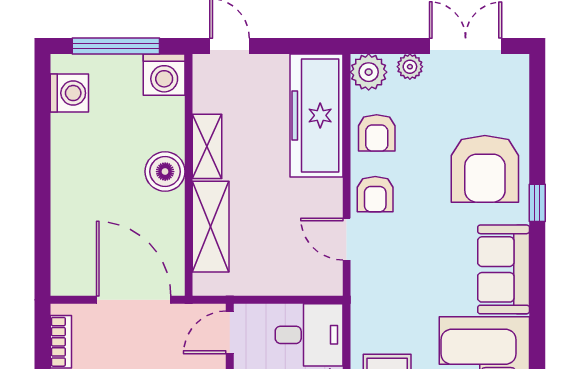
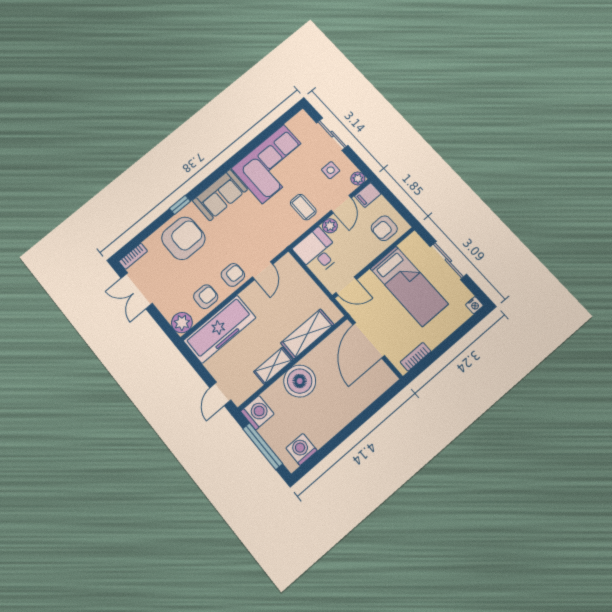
plant: (410, 67) -> (165, 307), removed
bookcase: (519, 80) -> (133, 256), added
boiler: (165, 172) -> (300, 381), width x1.37, depth x1.37

